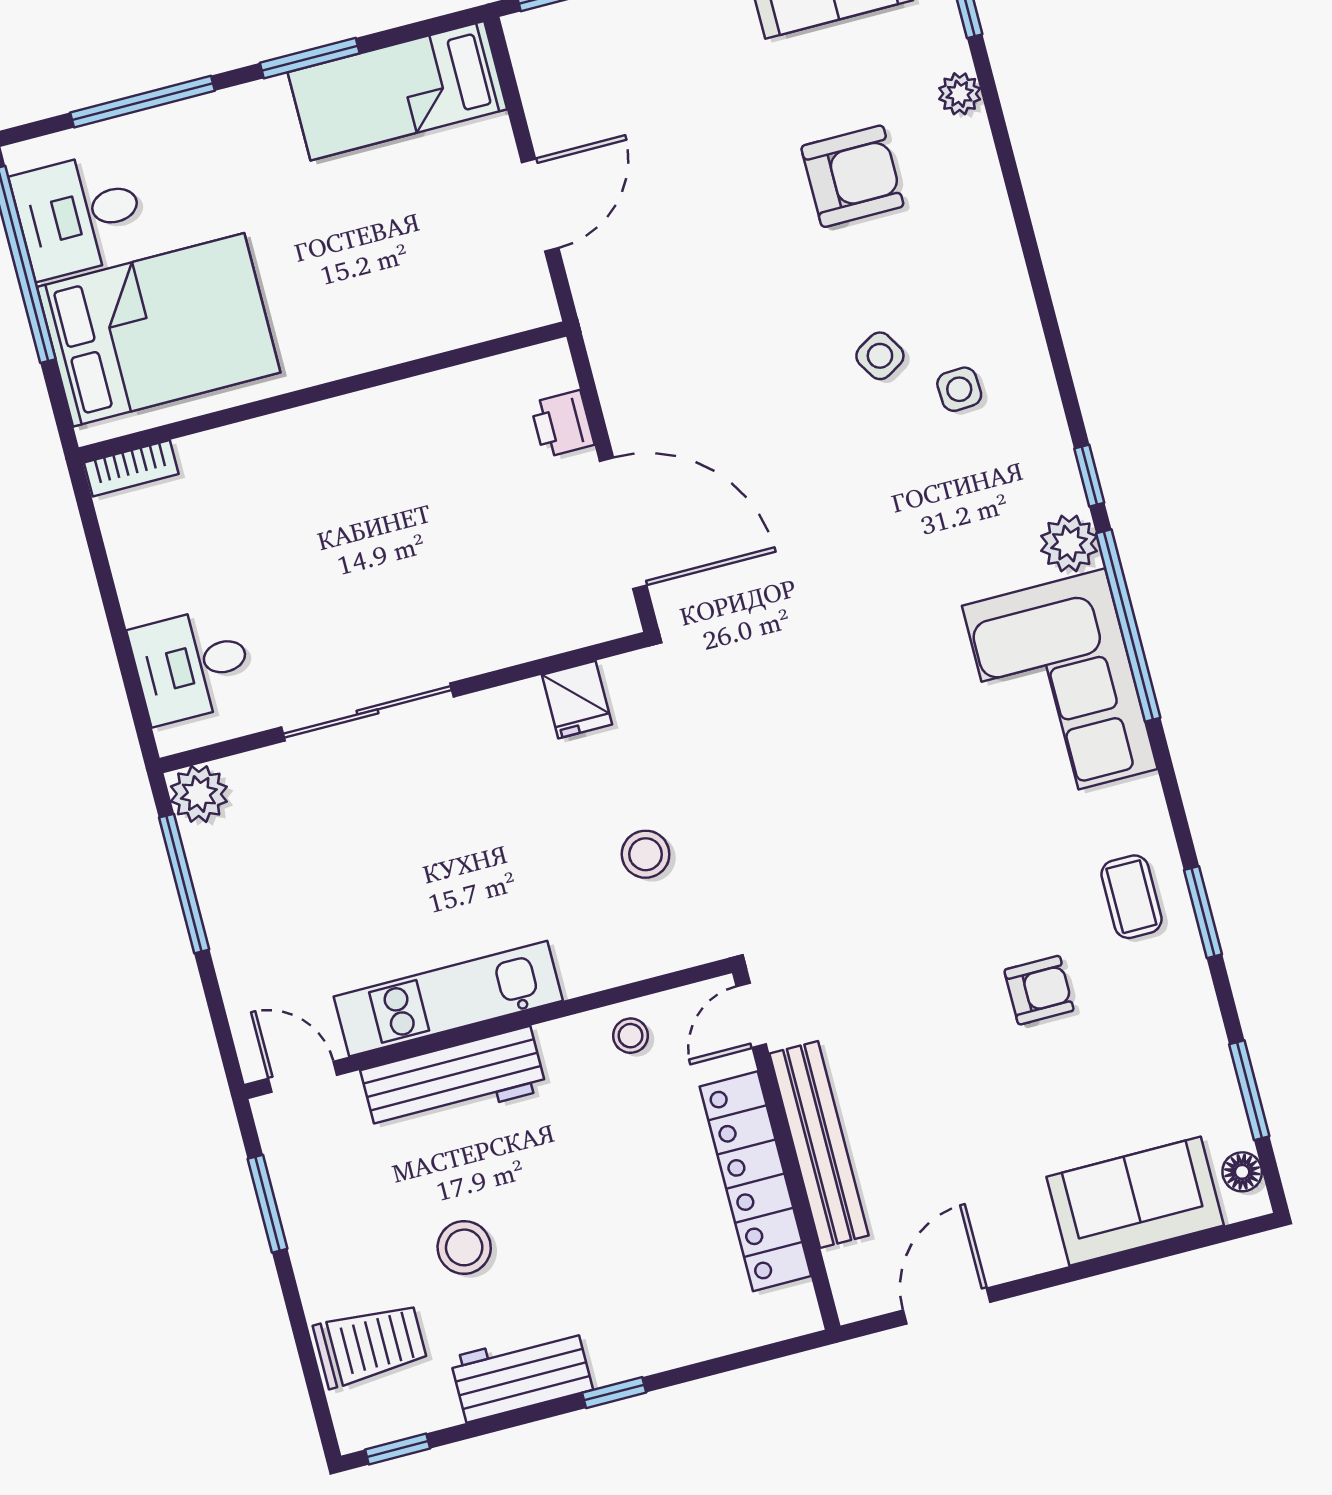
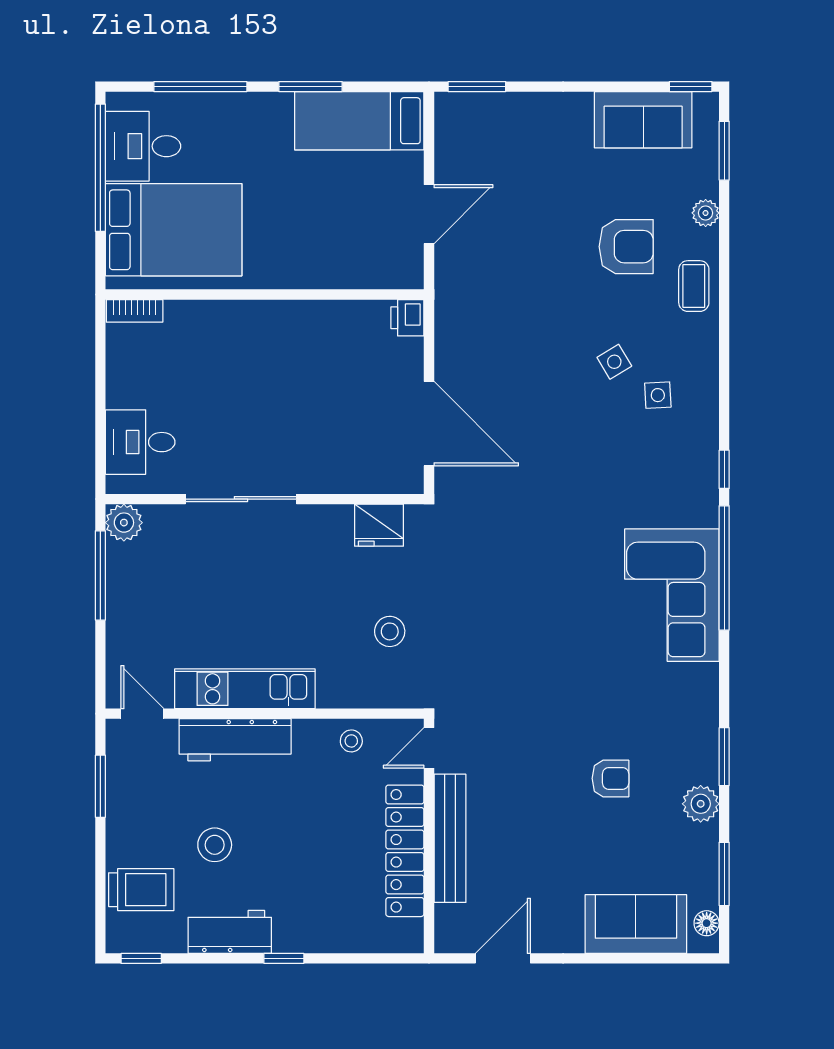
printer: (562, 424) -> (407, 318), moved
plant: (1069, 544) -> (701, 804), moved
fridge: (577, 700) -> (379, 525), width x1.38
coffee table: (1131, 897) -> (694, 286), moved

